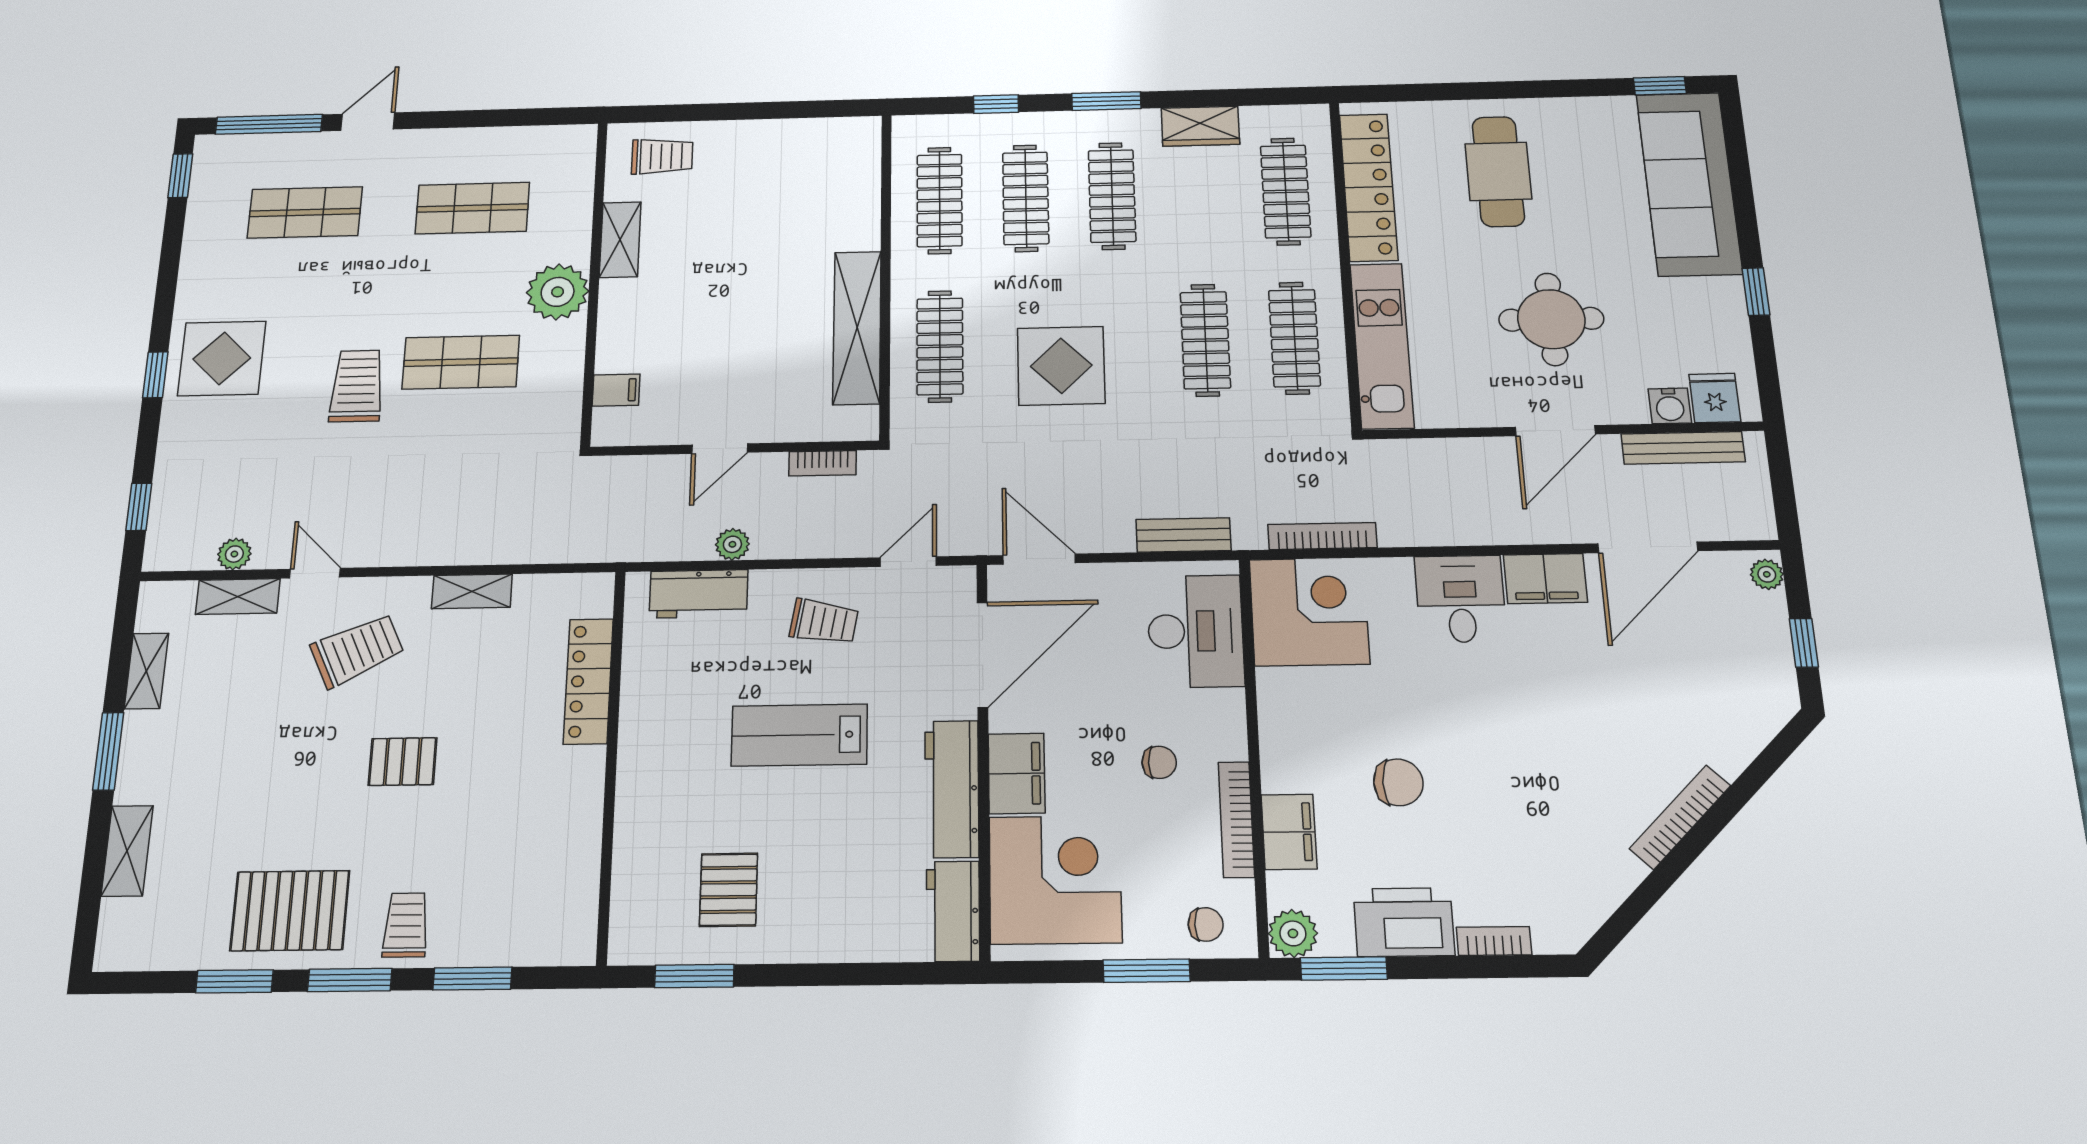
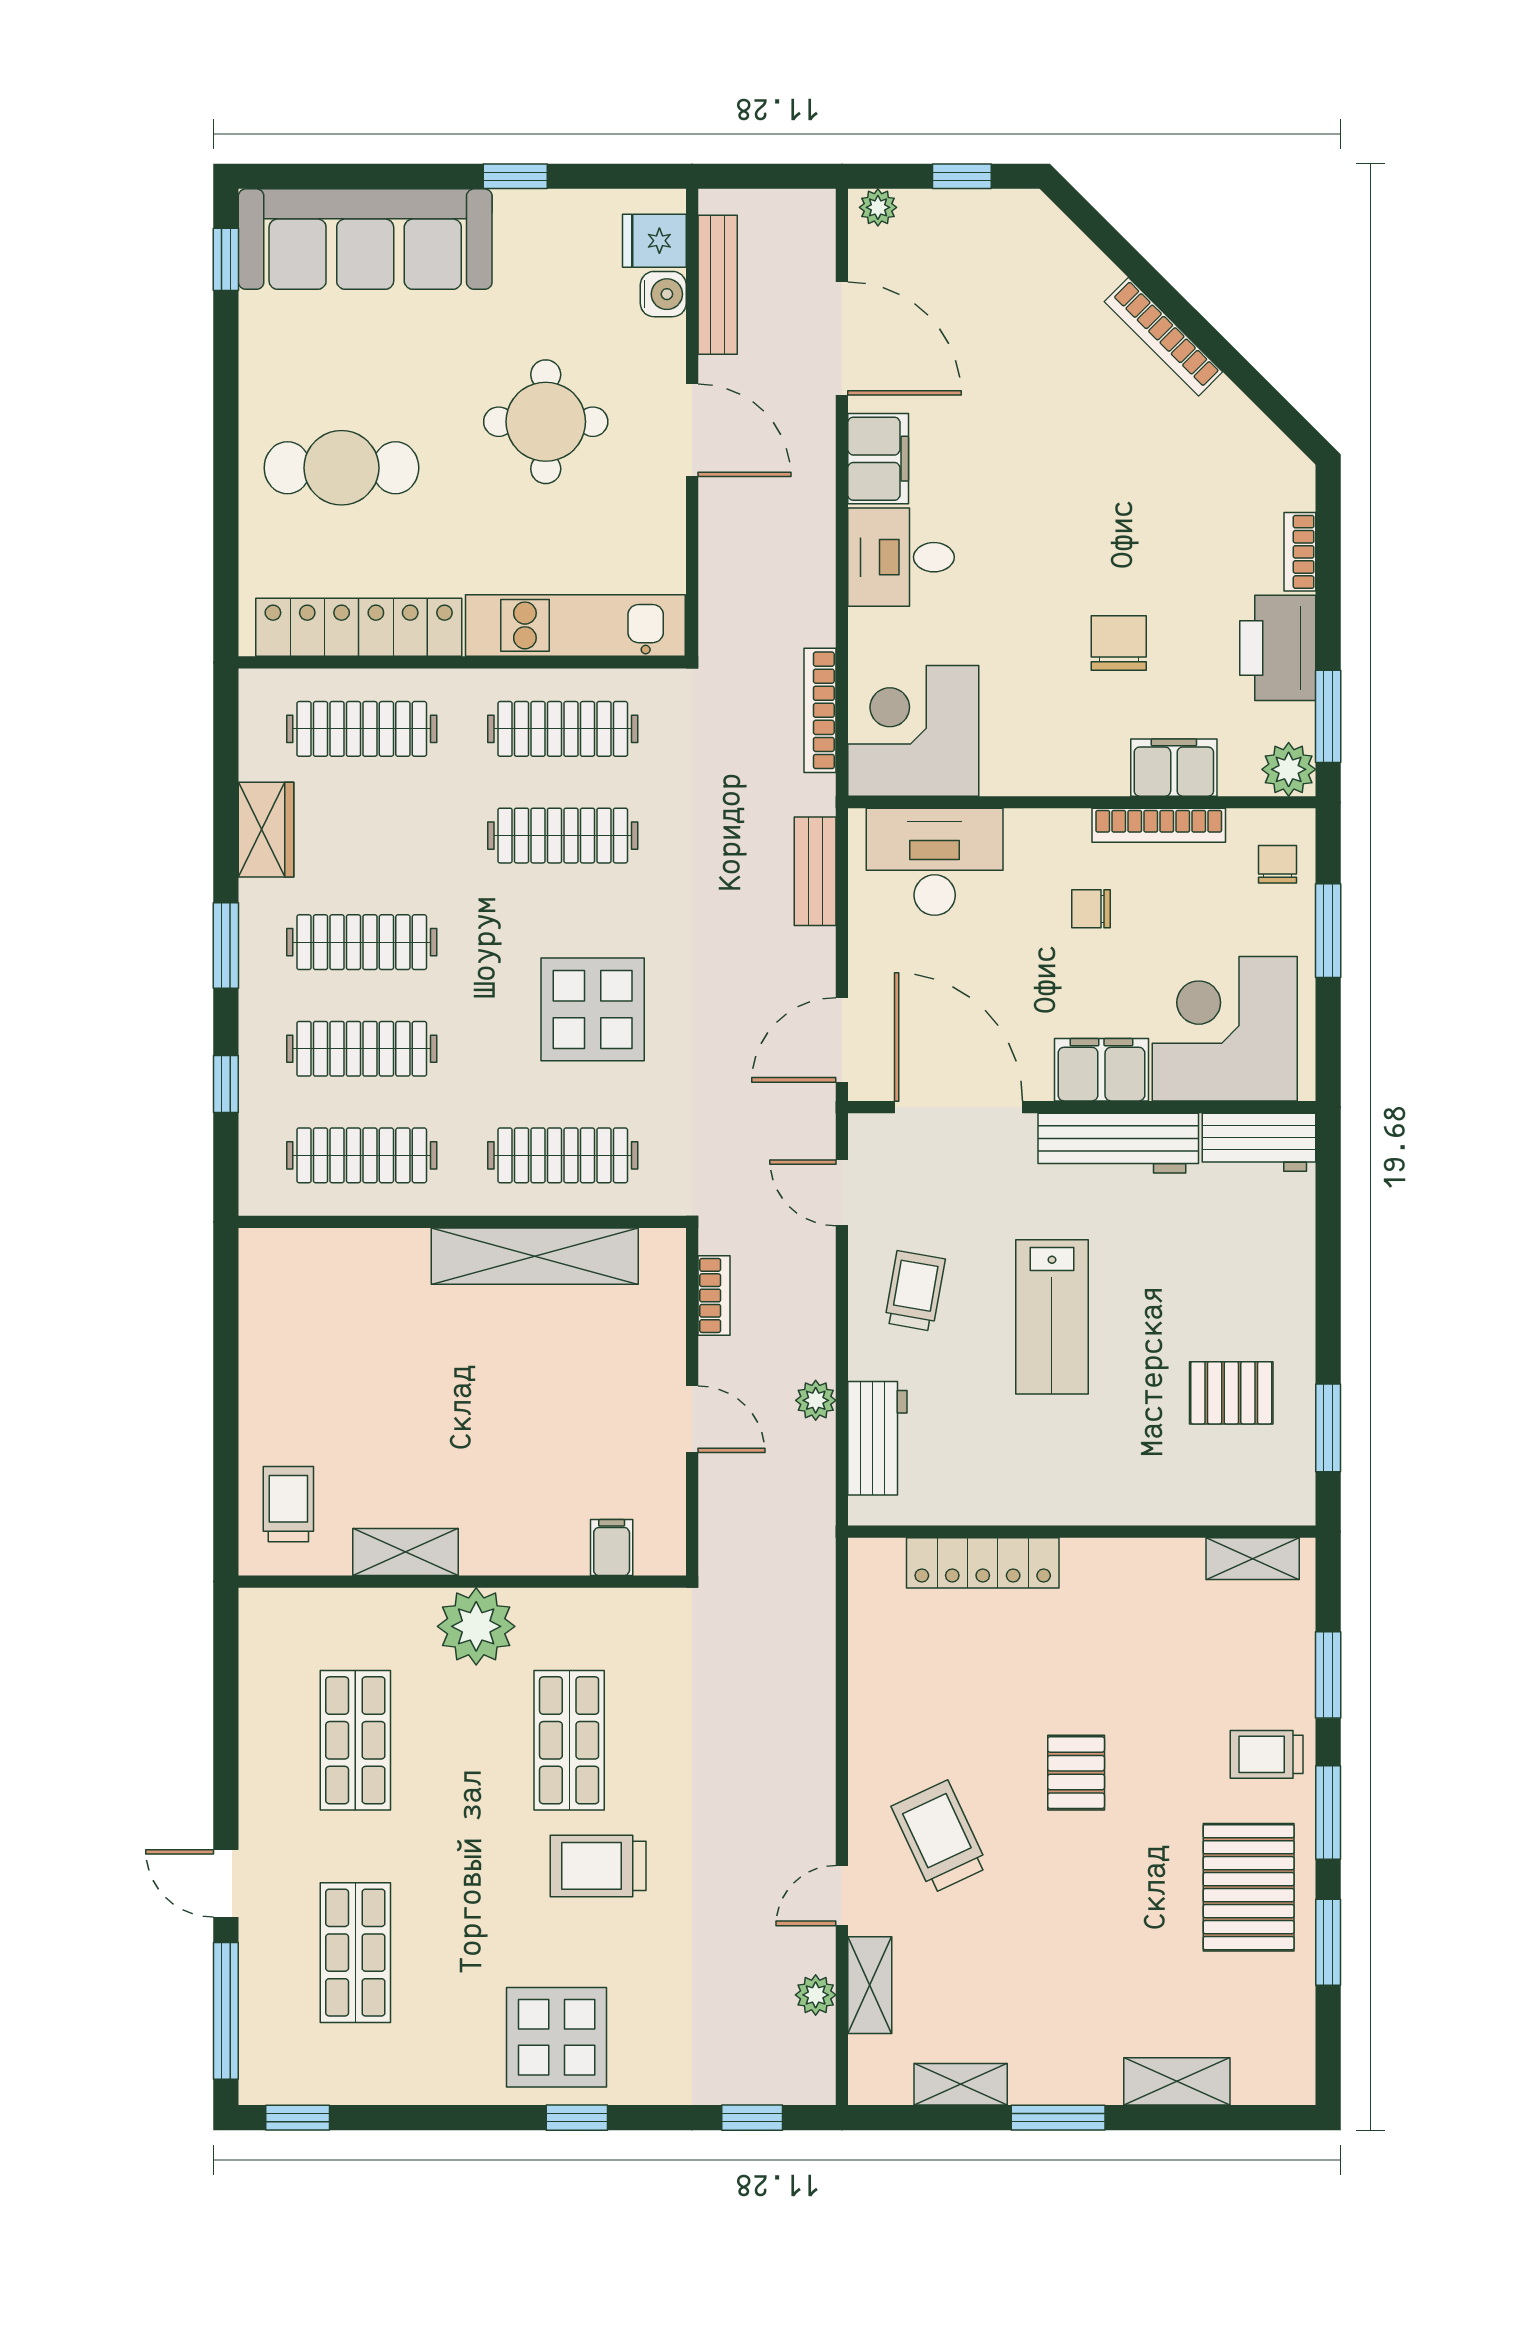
shelving: (472, 591) -> (1253, 1559), moved, turned 90
chair: (1159, 762) -> (1091, 909), turned -90

